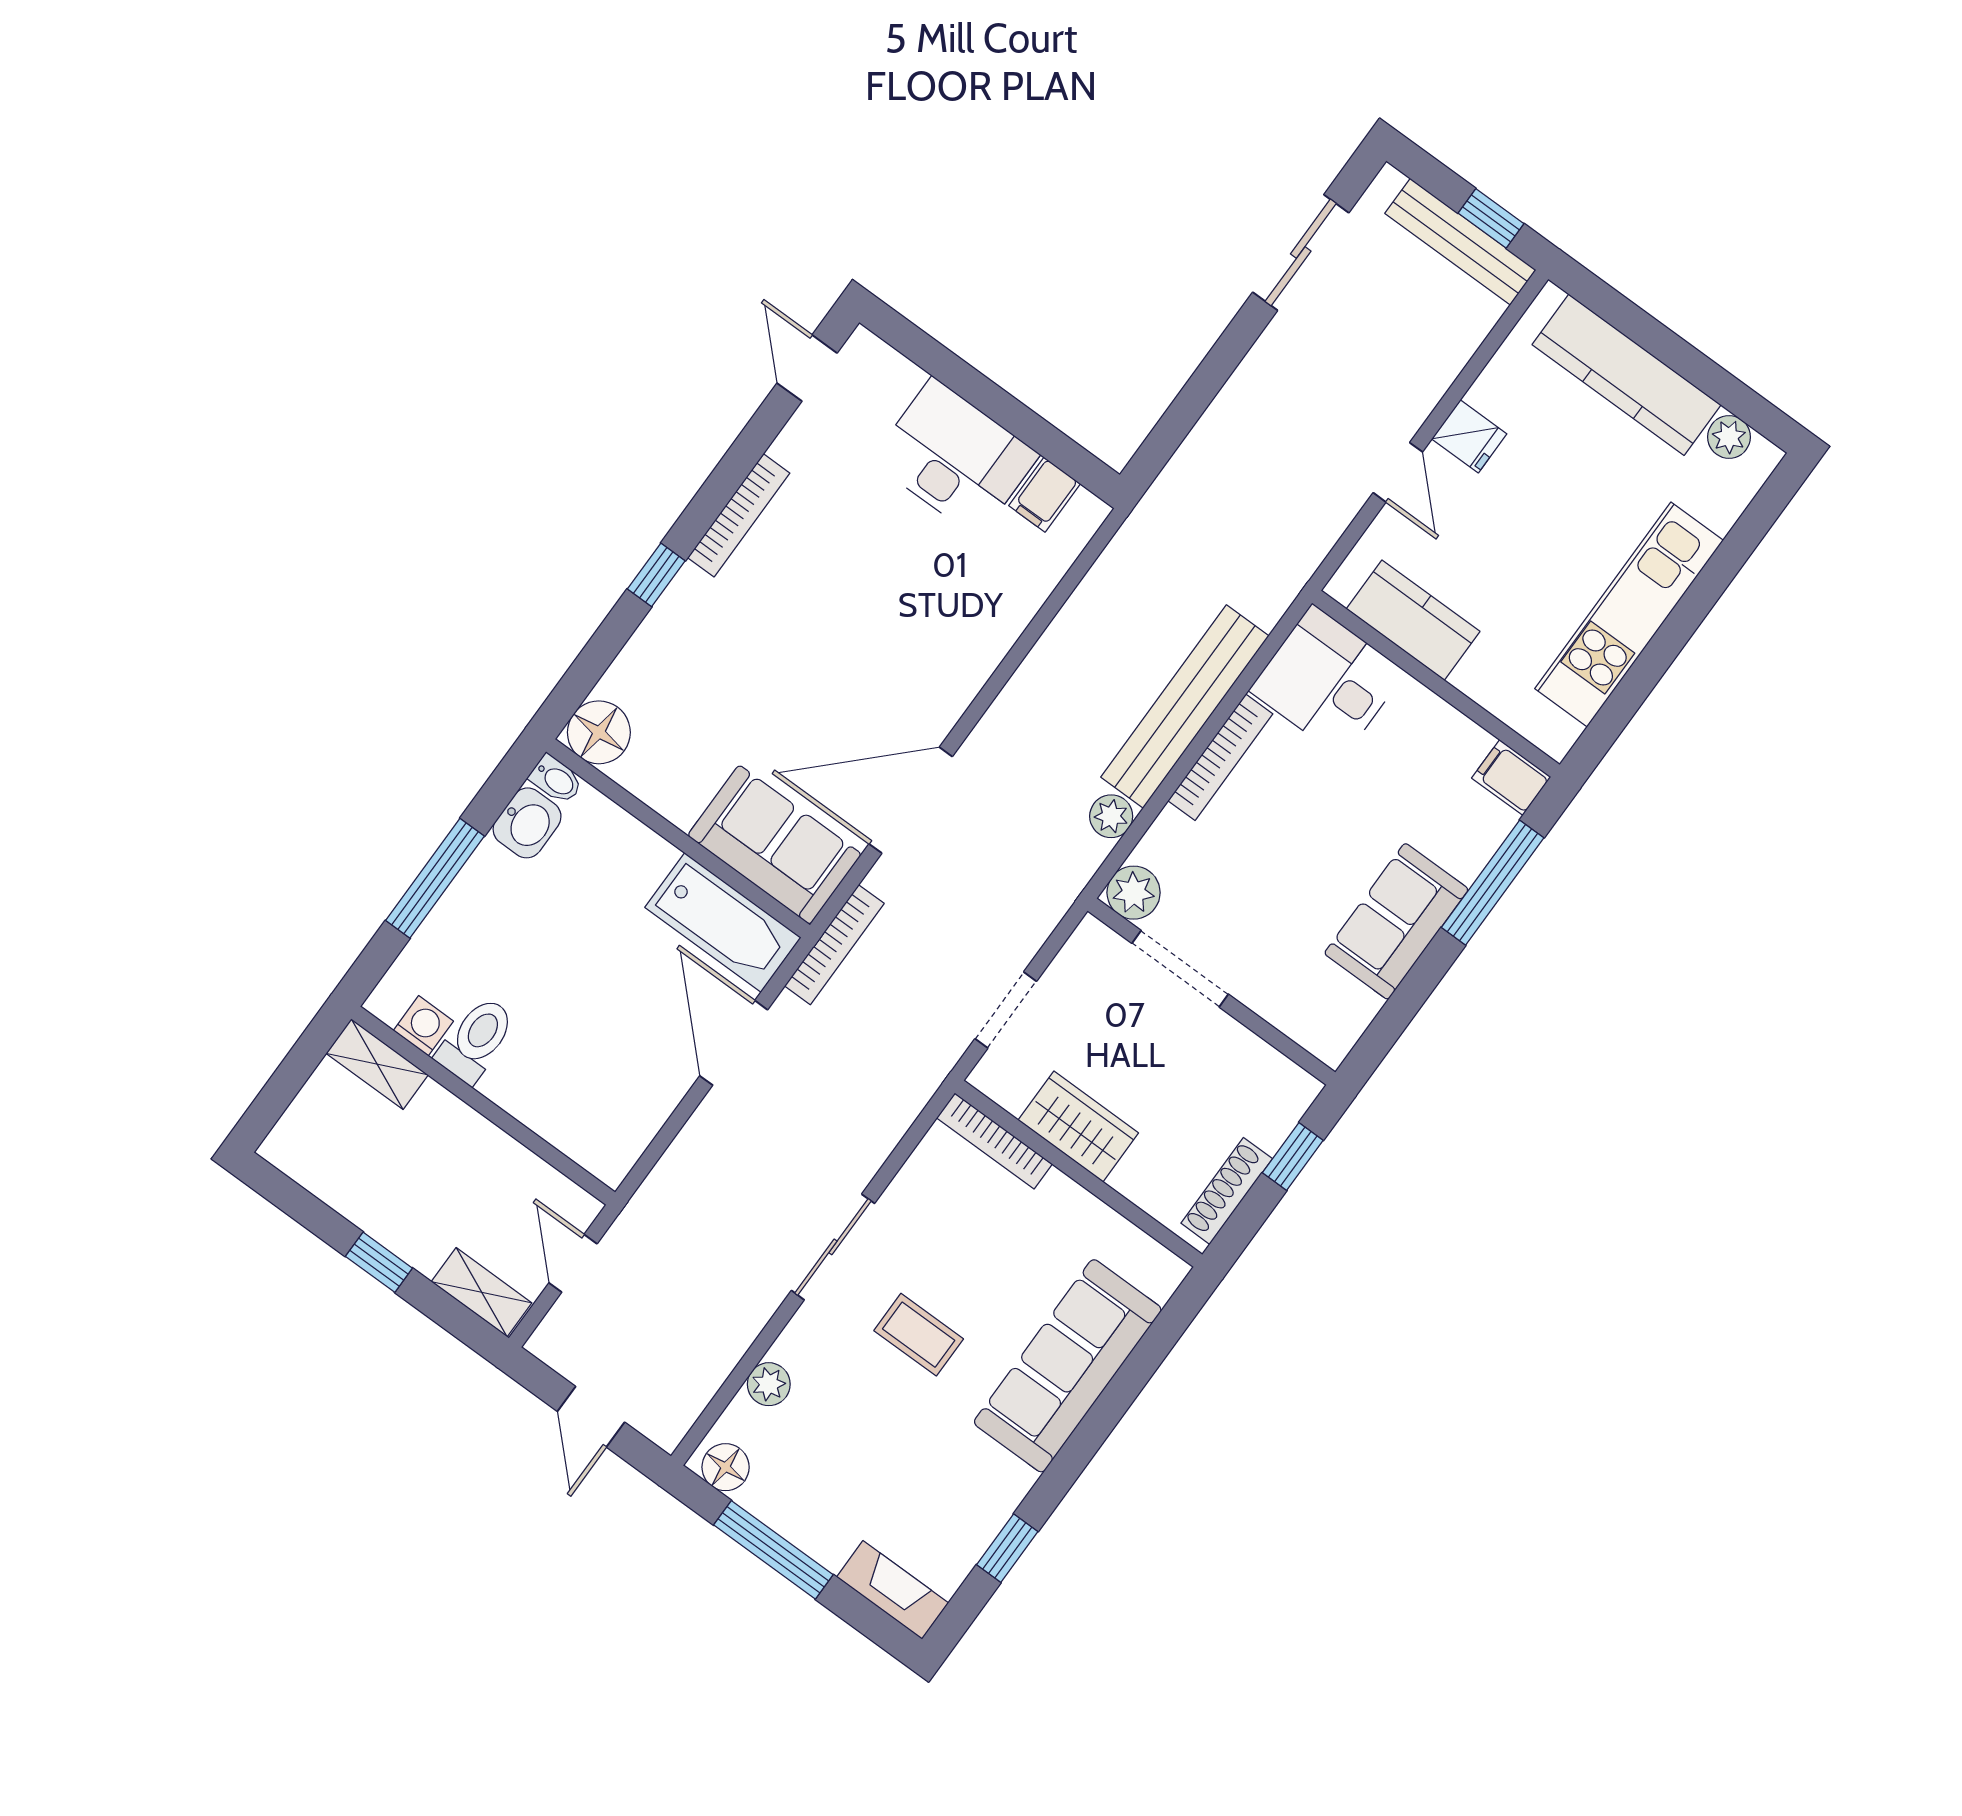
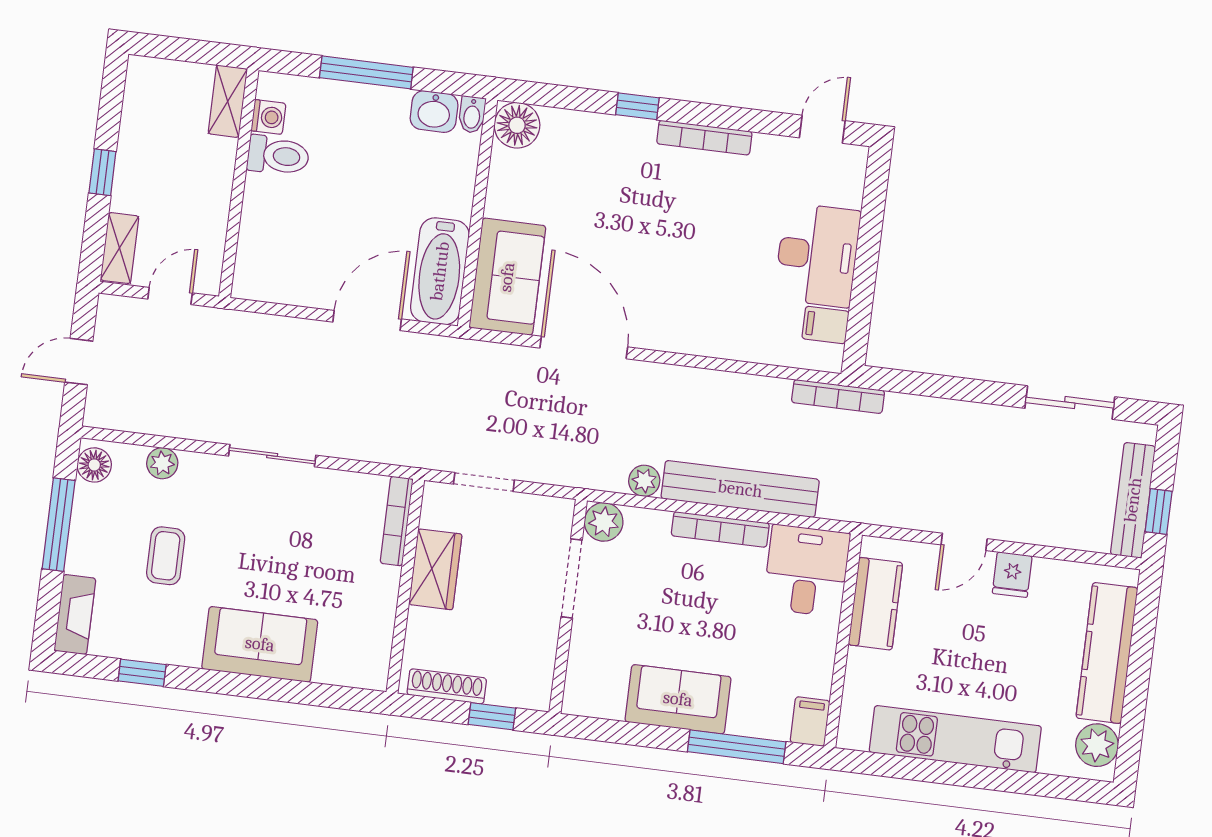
plant: (1729, 437) -> (1097, 745), width x1.38, depth x1.38
bookcase: (834, 945) -> (838, 396), moved
coffee table: (919, 1335) -> (166, 556), moved
sofa: (1068, 1366) -> (260, 644), width x0.73

